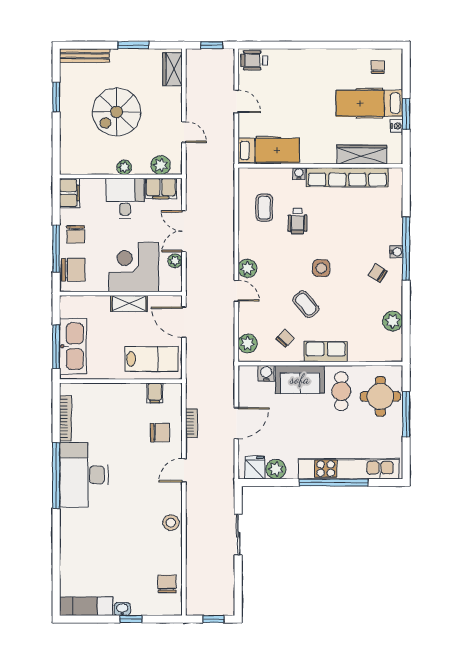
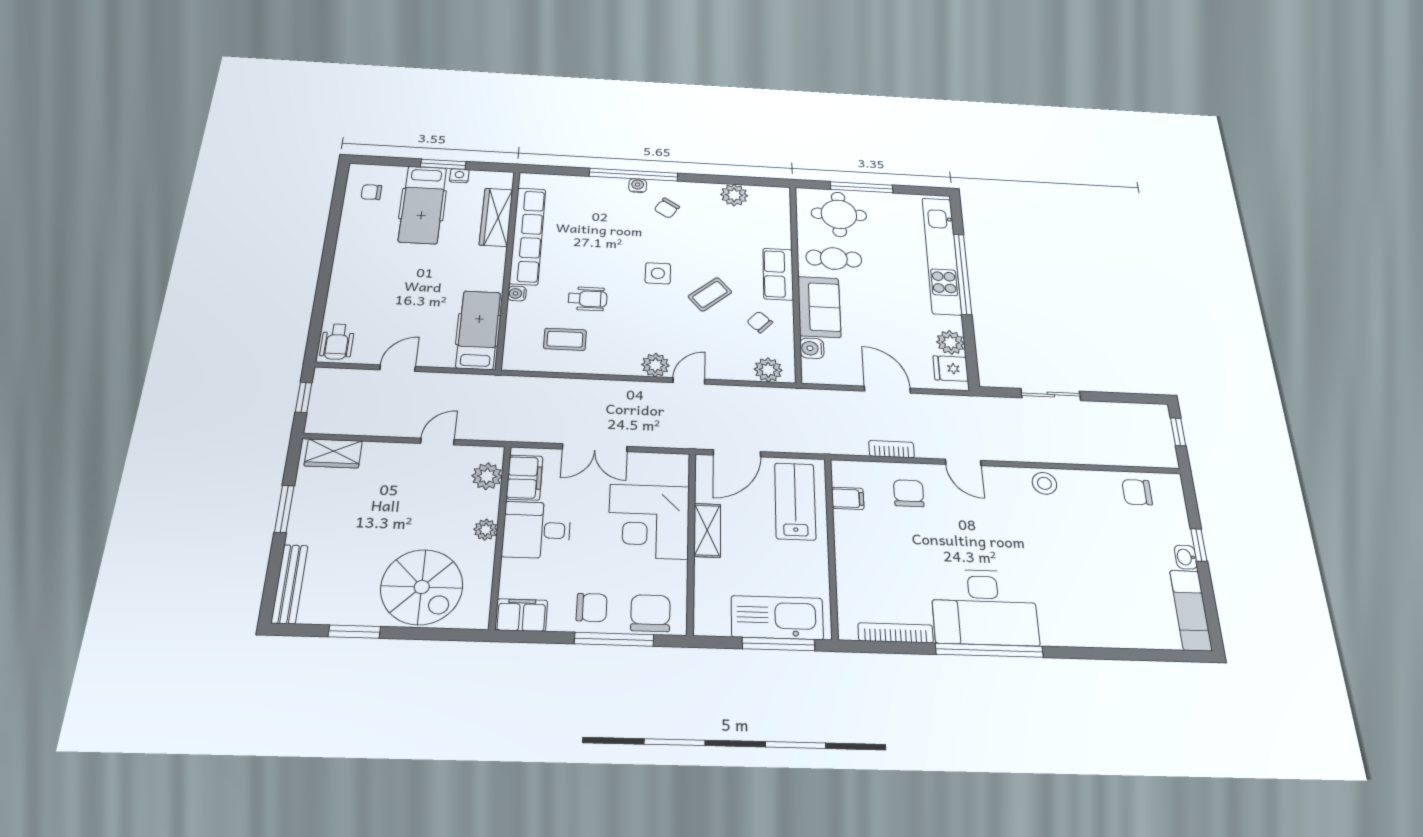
spiral stairs: (117, 112) -> (422, 587), moved
plant: (175, 261) -> (641, 462), removed

